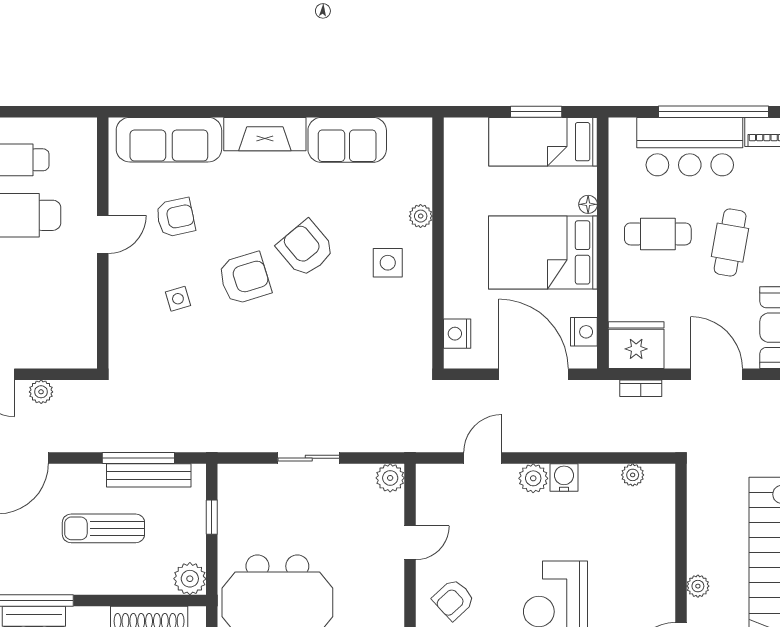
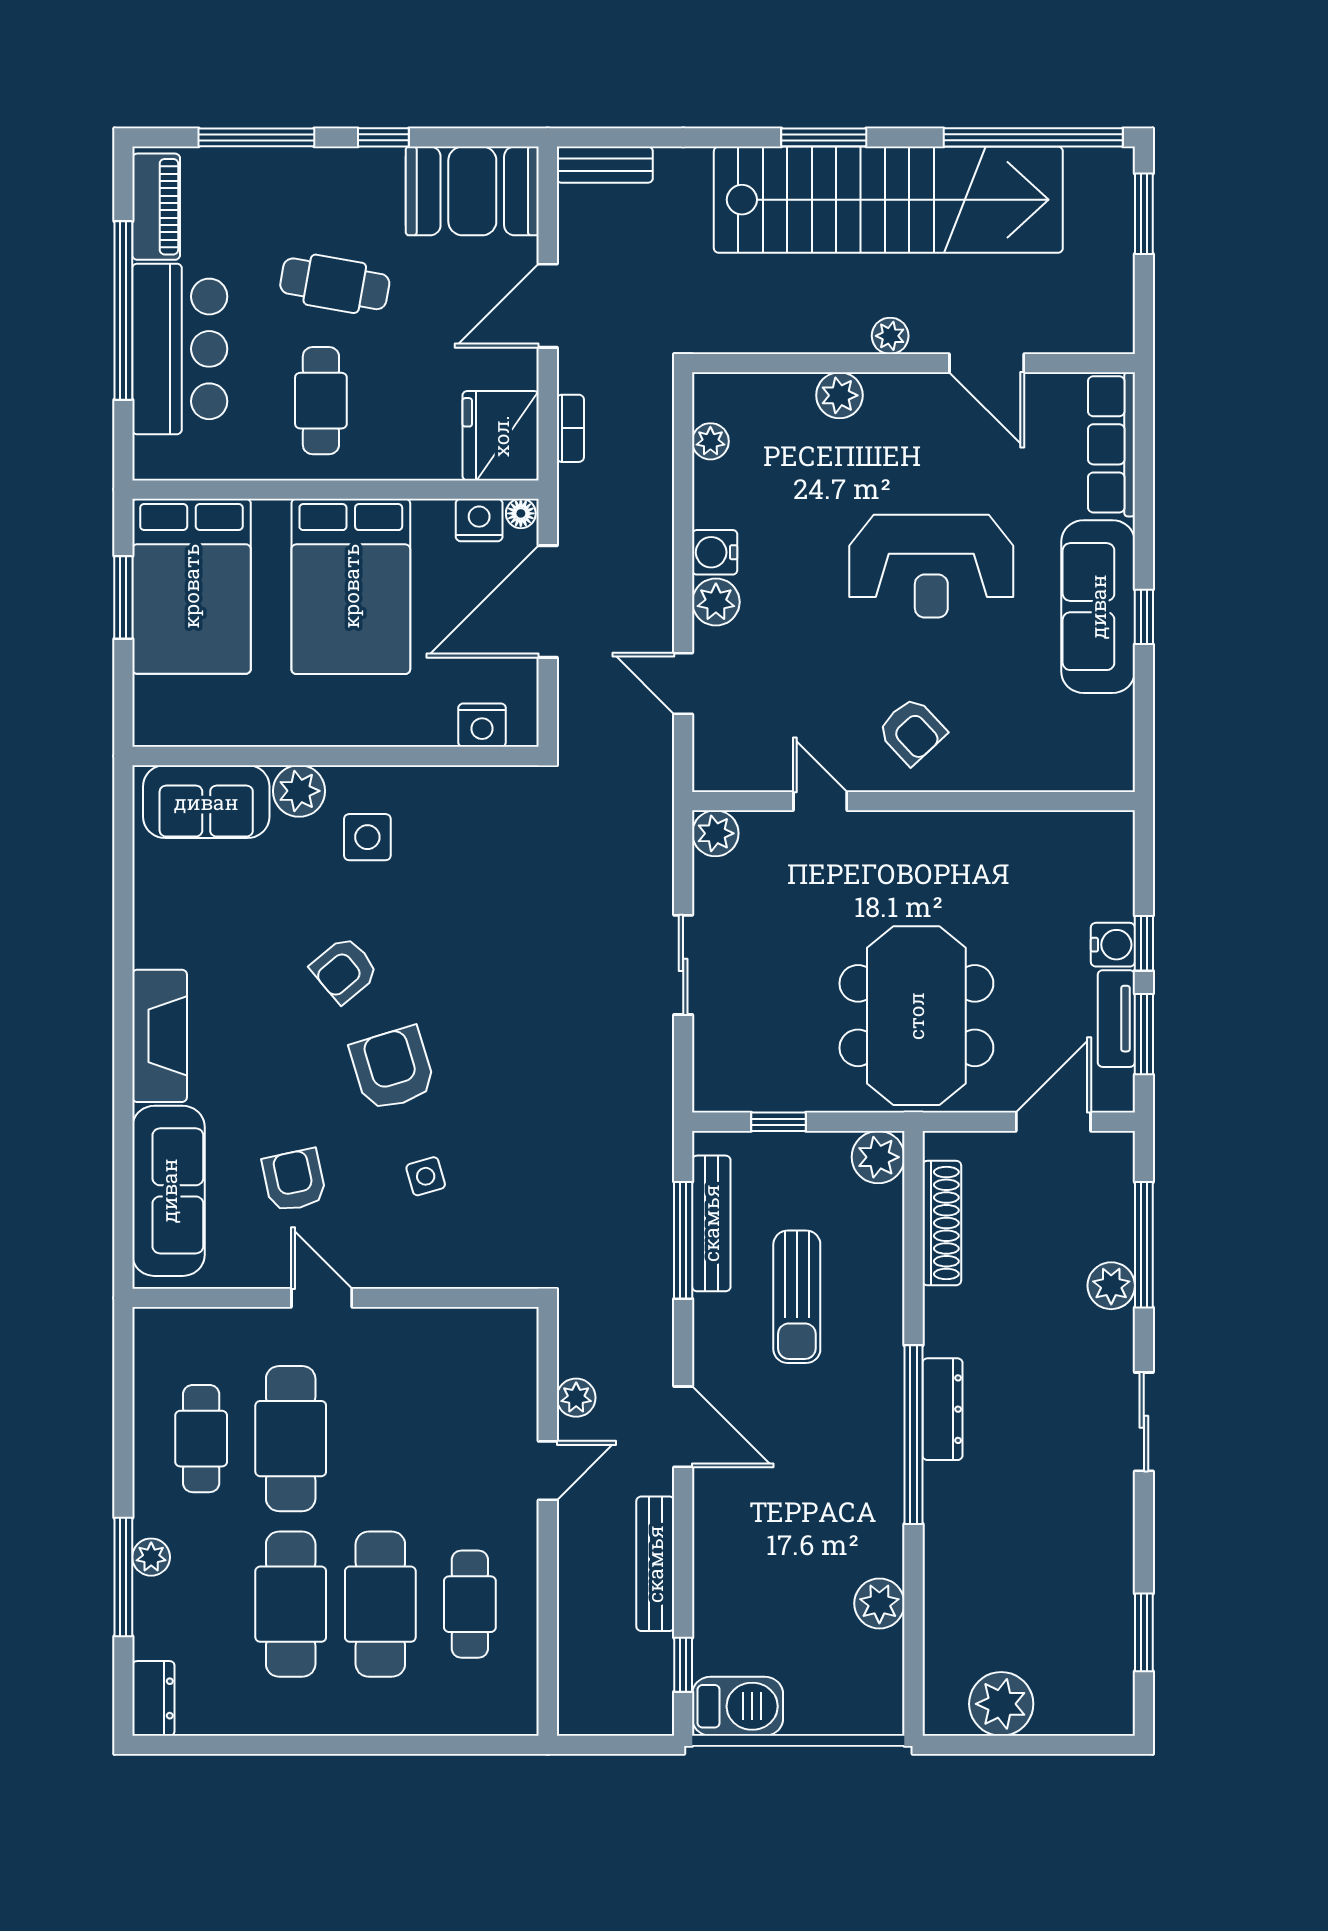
sofa: (347, 140) -> (206, 802), moved, turned 90
bed: (543, 142) -> (191, 586), width x1.50
floor lamp: (588, 204) -> (521, 513), moved
plant: (421, 216) -> (299, 791), width x1.38, depth x1.38
armchair: (306, 248) -> (344, 970), width x0.72, depth x0.72
plant: (661, 555) -> (839, 395), added

